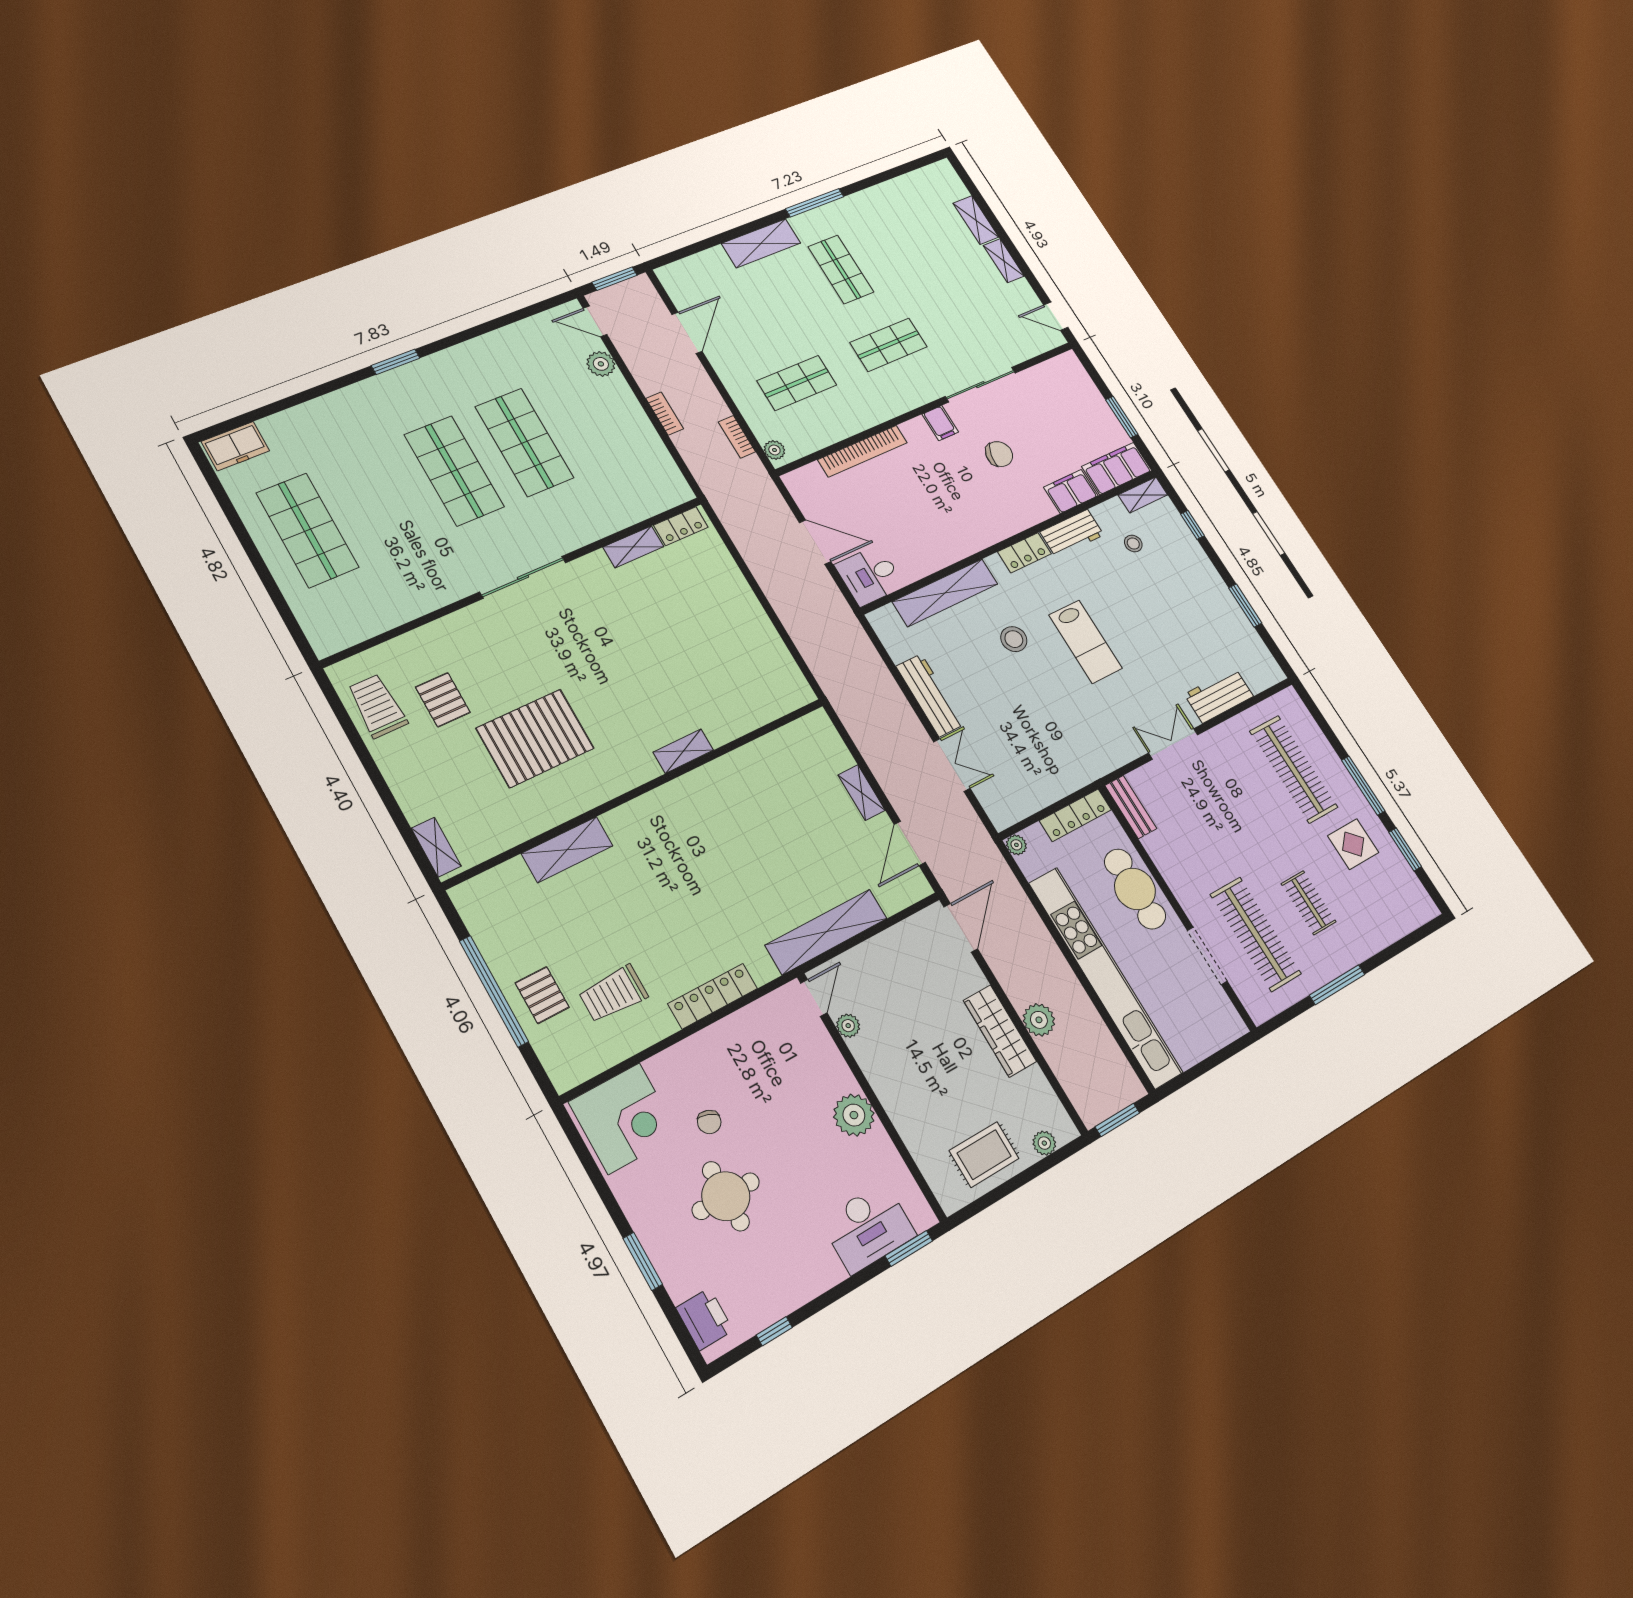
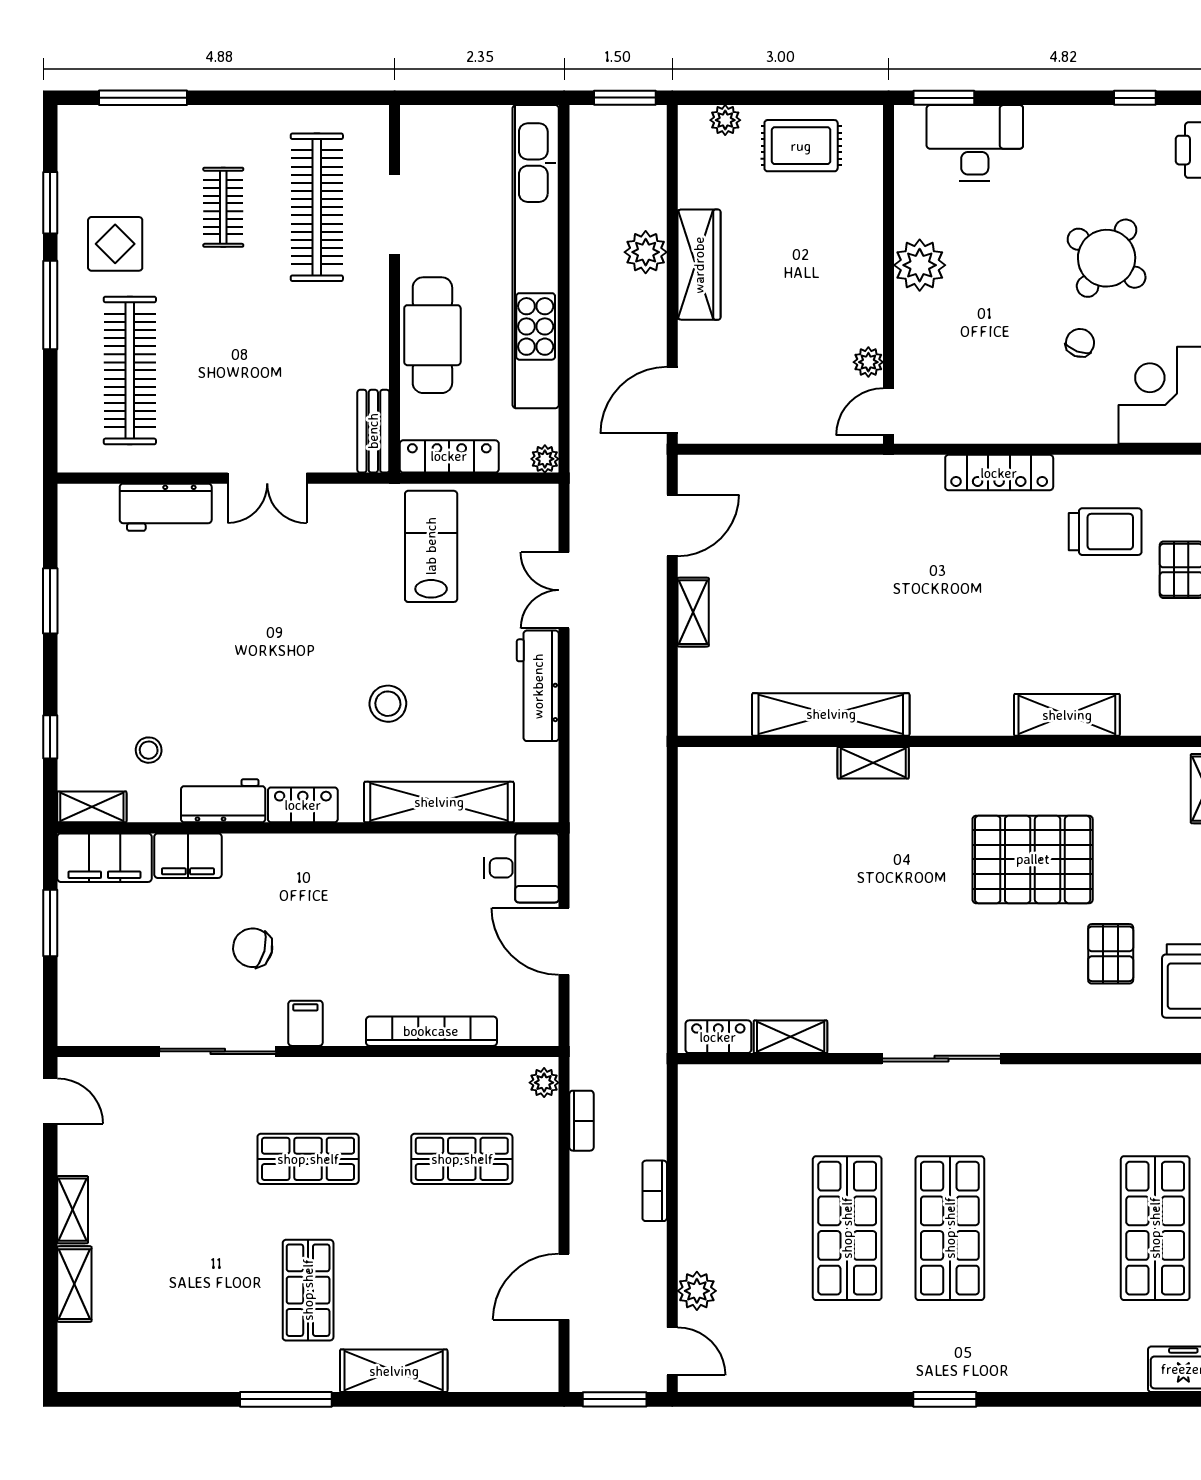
lab bench: (1085, 642) -> (431, 546), moved
shelving: (826, 932) -> (831, 714), moved
window: (1337, 985) -> (143, 98), moved
round table: (726, 1196) -> (1107, 258), turned 34

